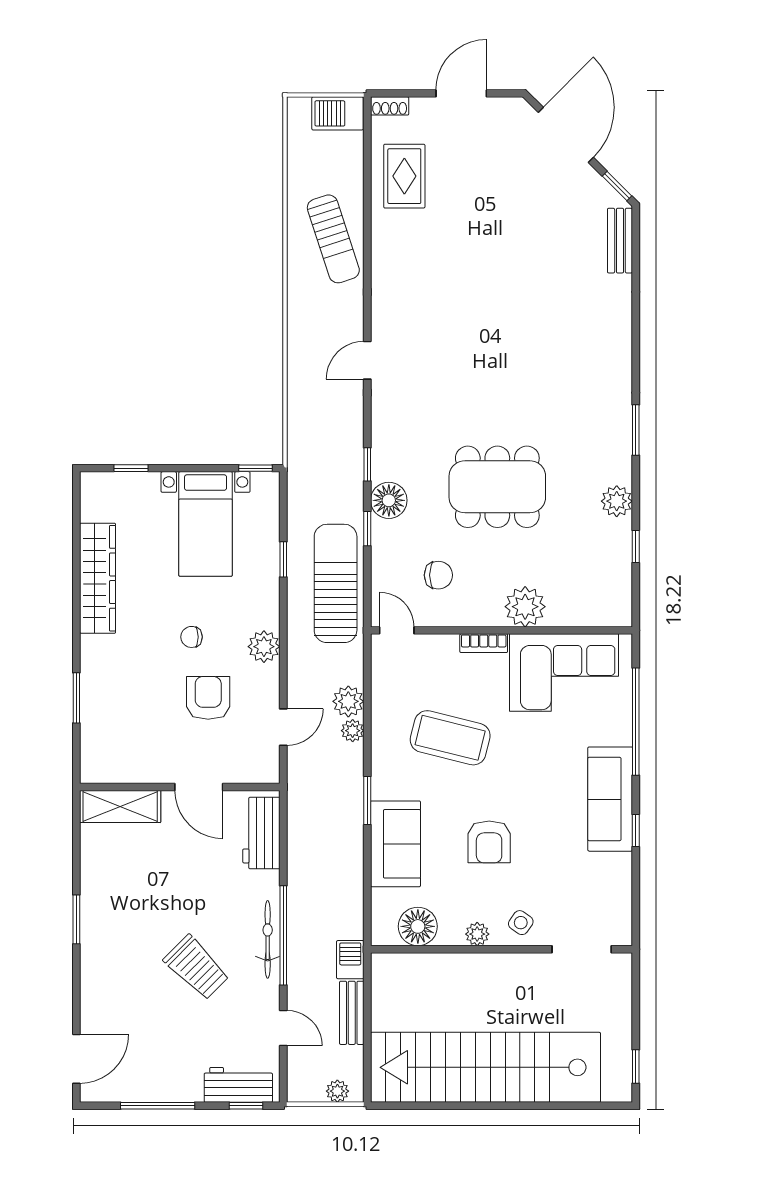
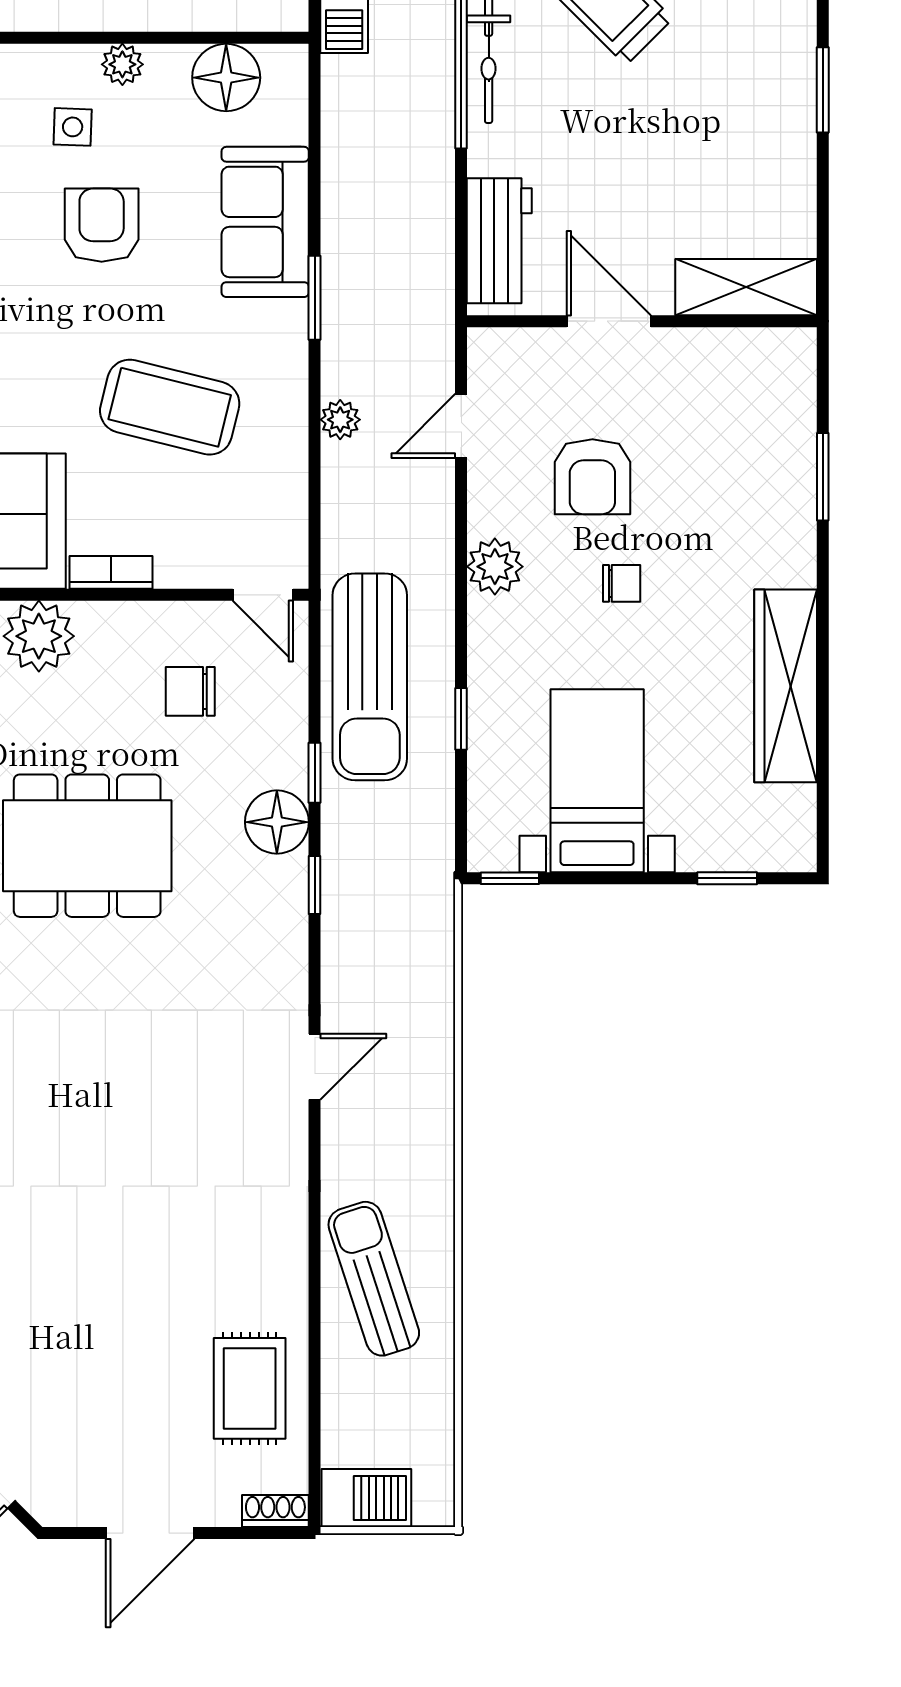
plant: (348, 701) -> (348, 471), removed
side table: (521, 923) -> (73, 127), moved, turned -33

